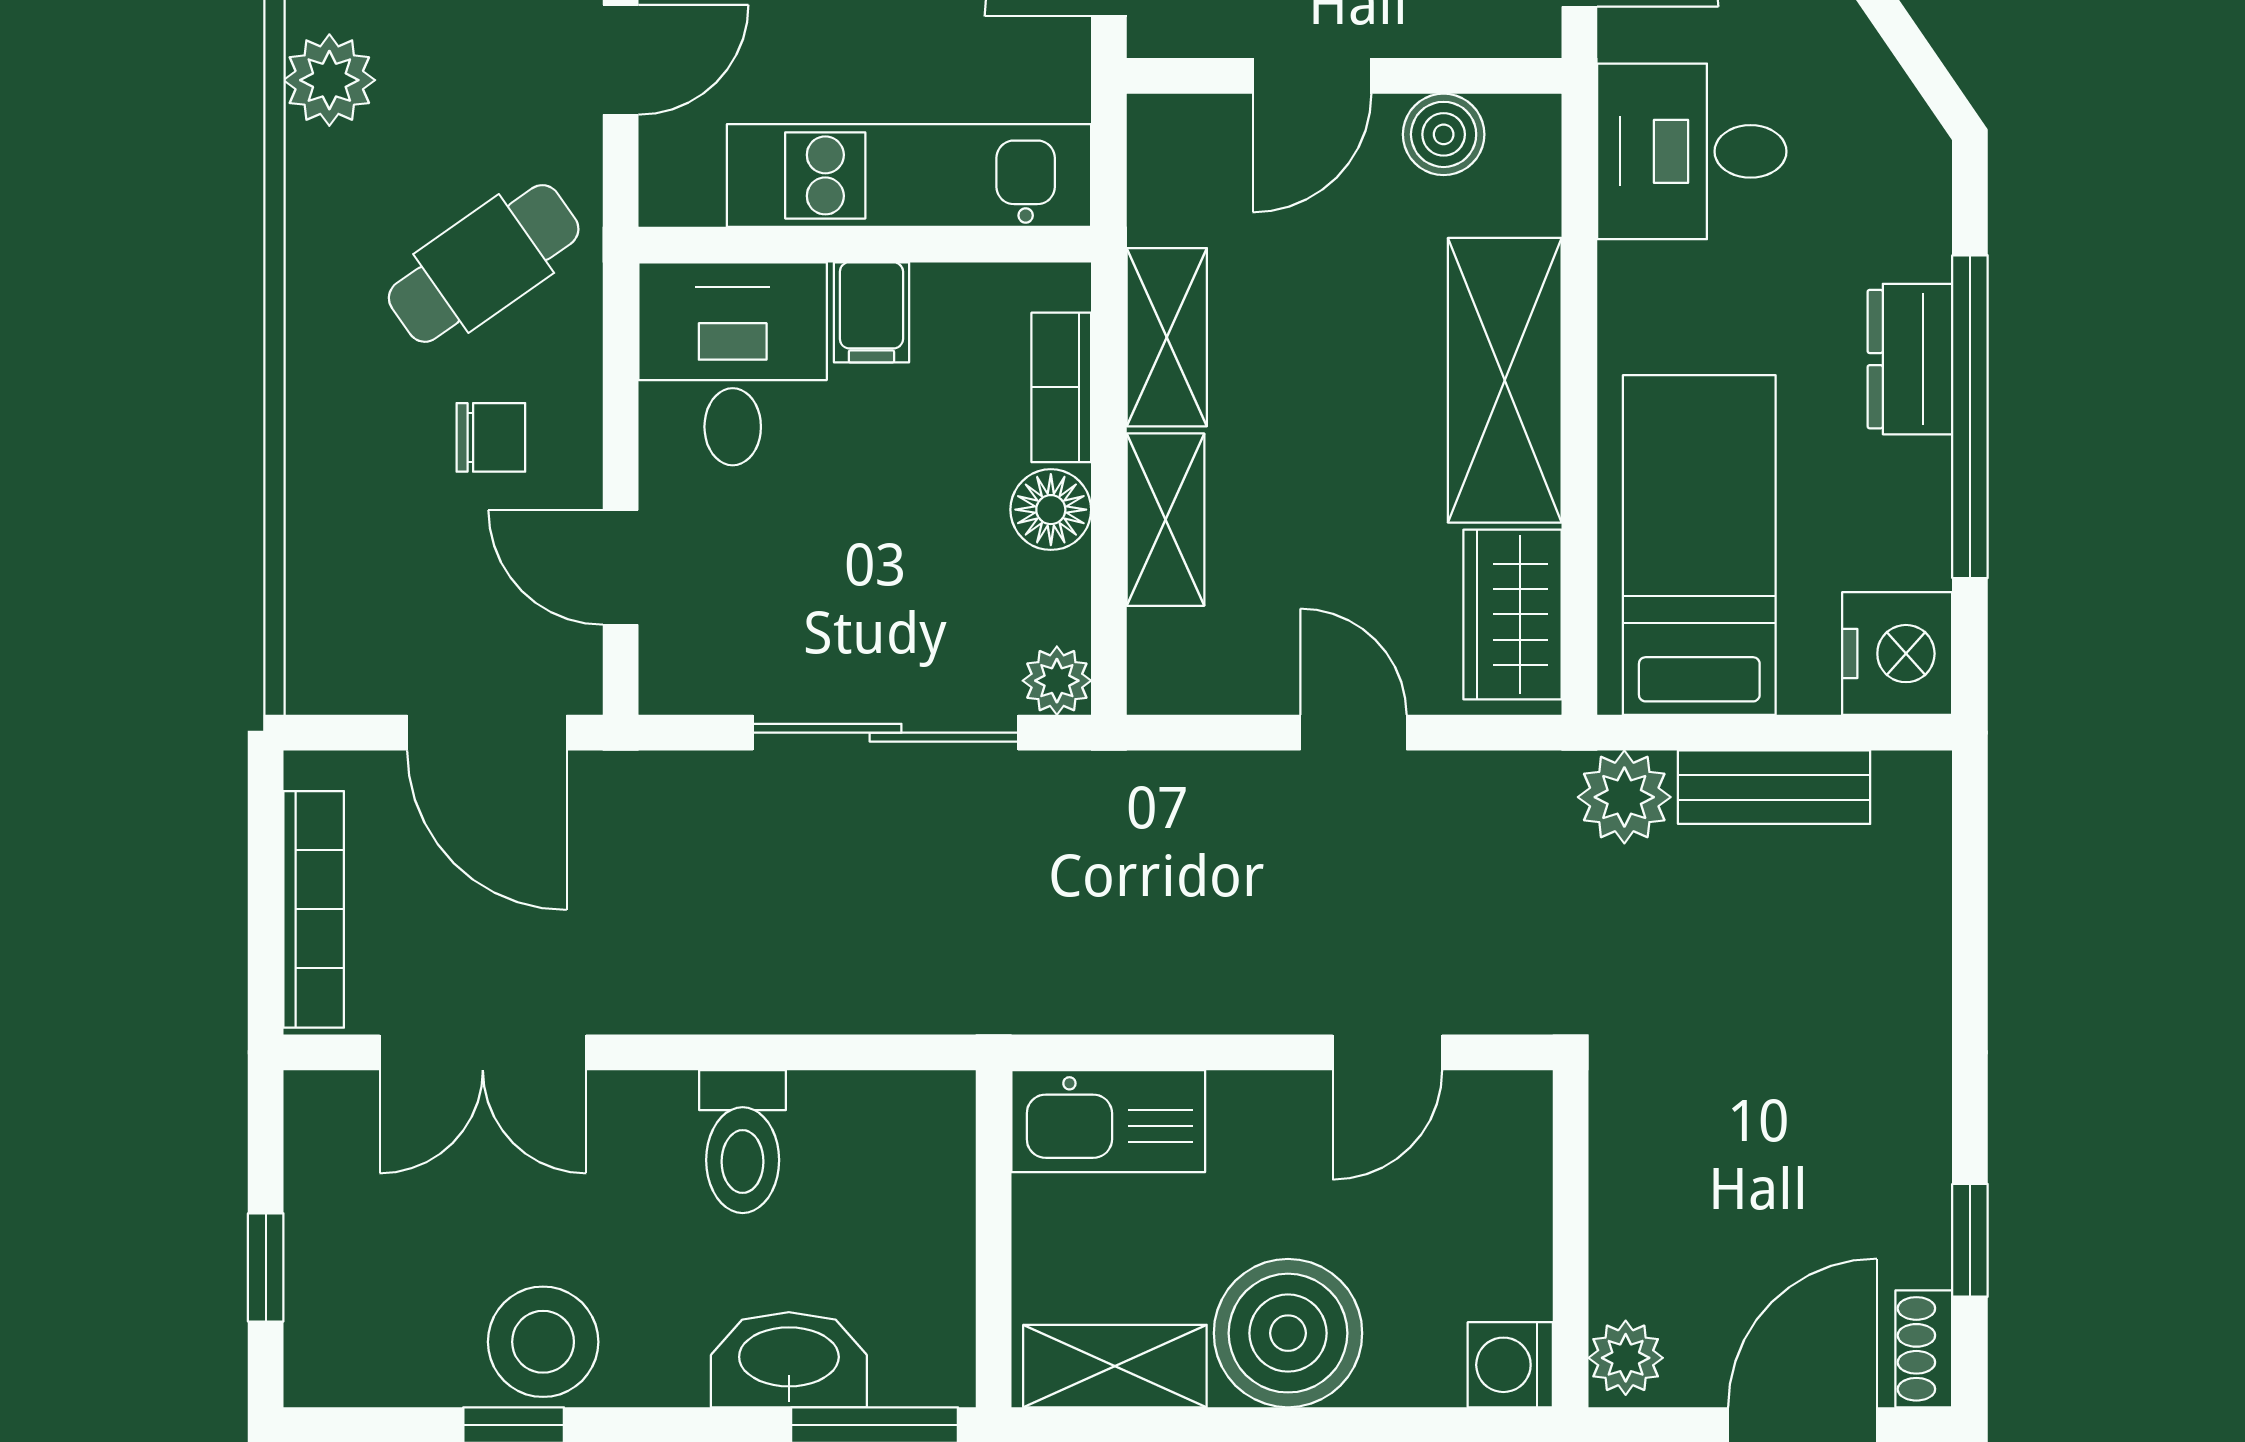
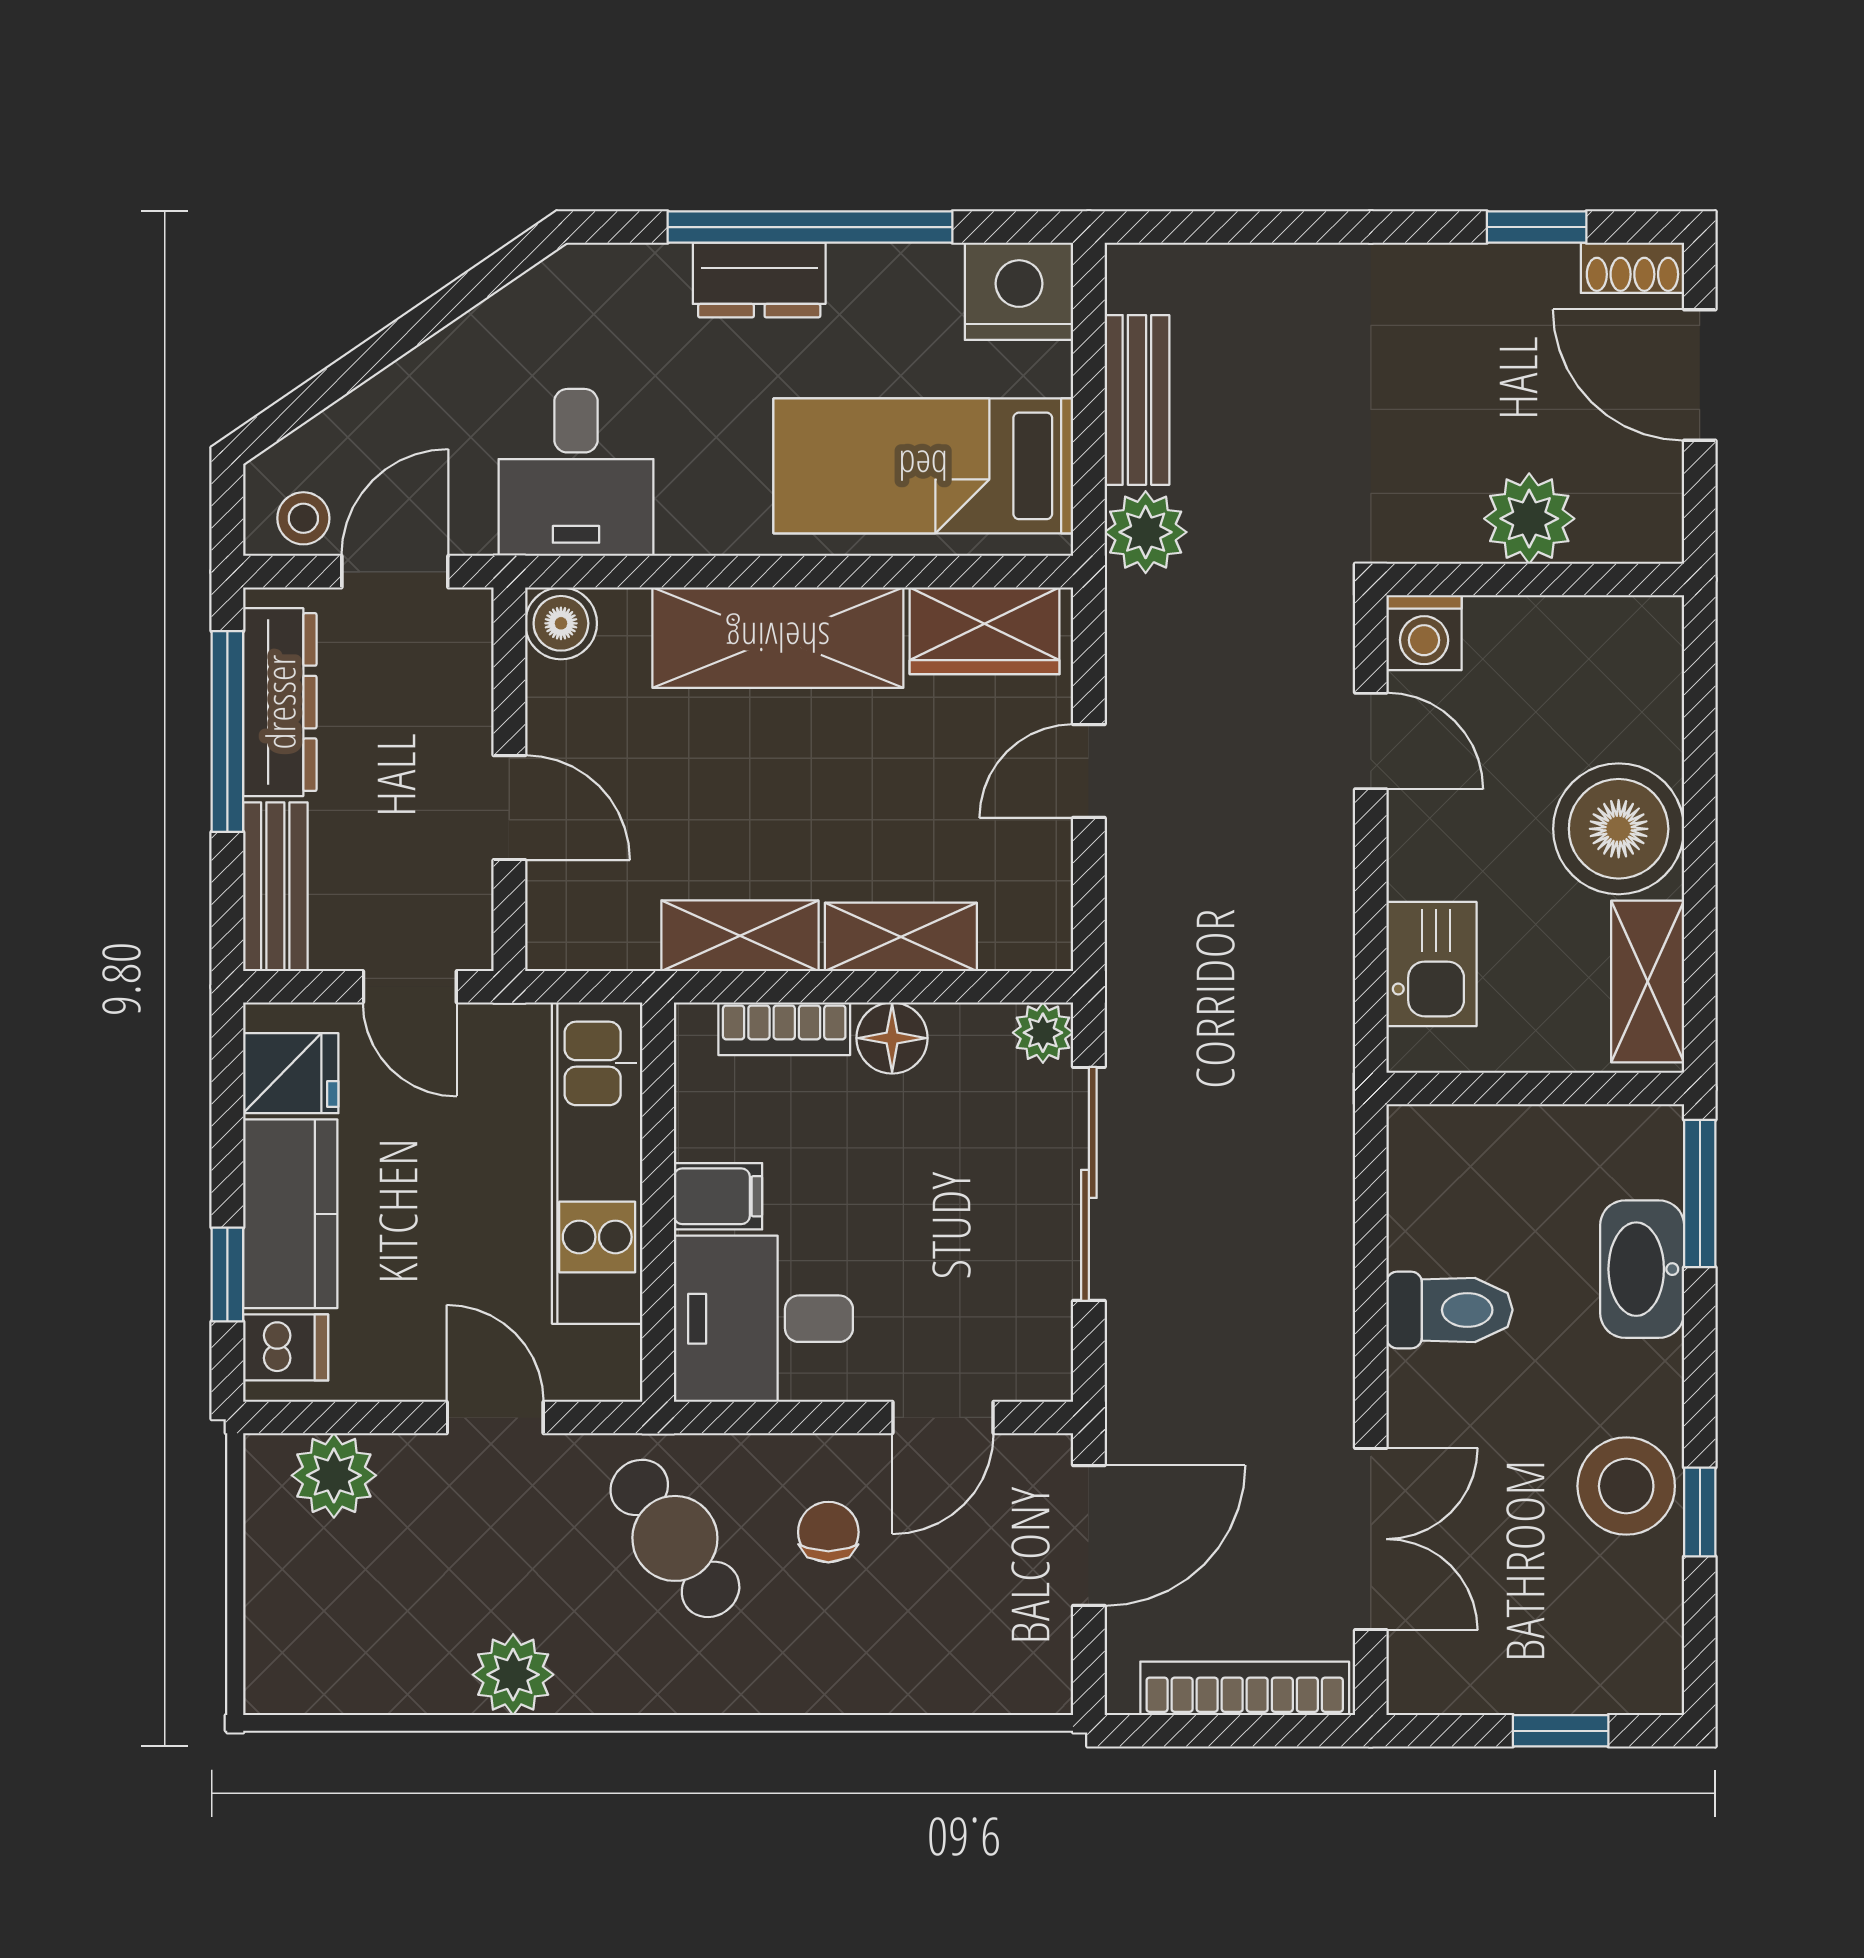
boiler: (1444, 134) -> (561, 623), moved
kitchen sink: (1108, 1121) -> (1432, 964), width x0.73
plant: (1626, 1358) -> (1529, 519), moved, width x1.38, depth x1.38
washing machine: (1510, 1365) -> (1424, 633), moved

